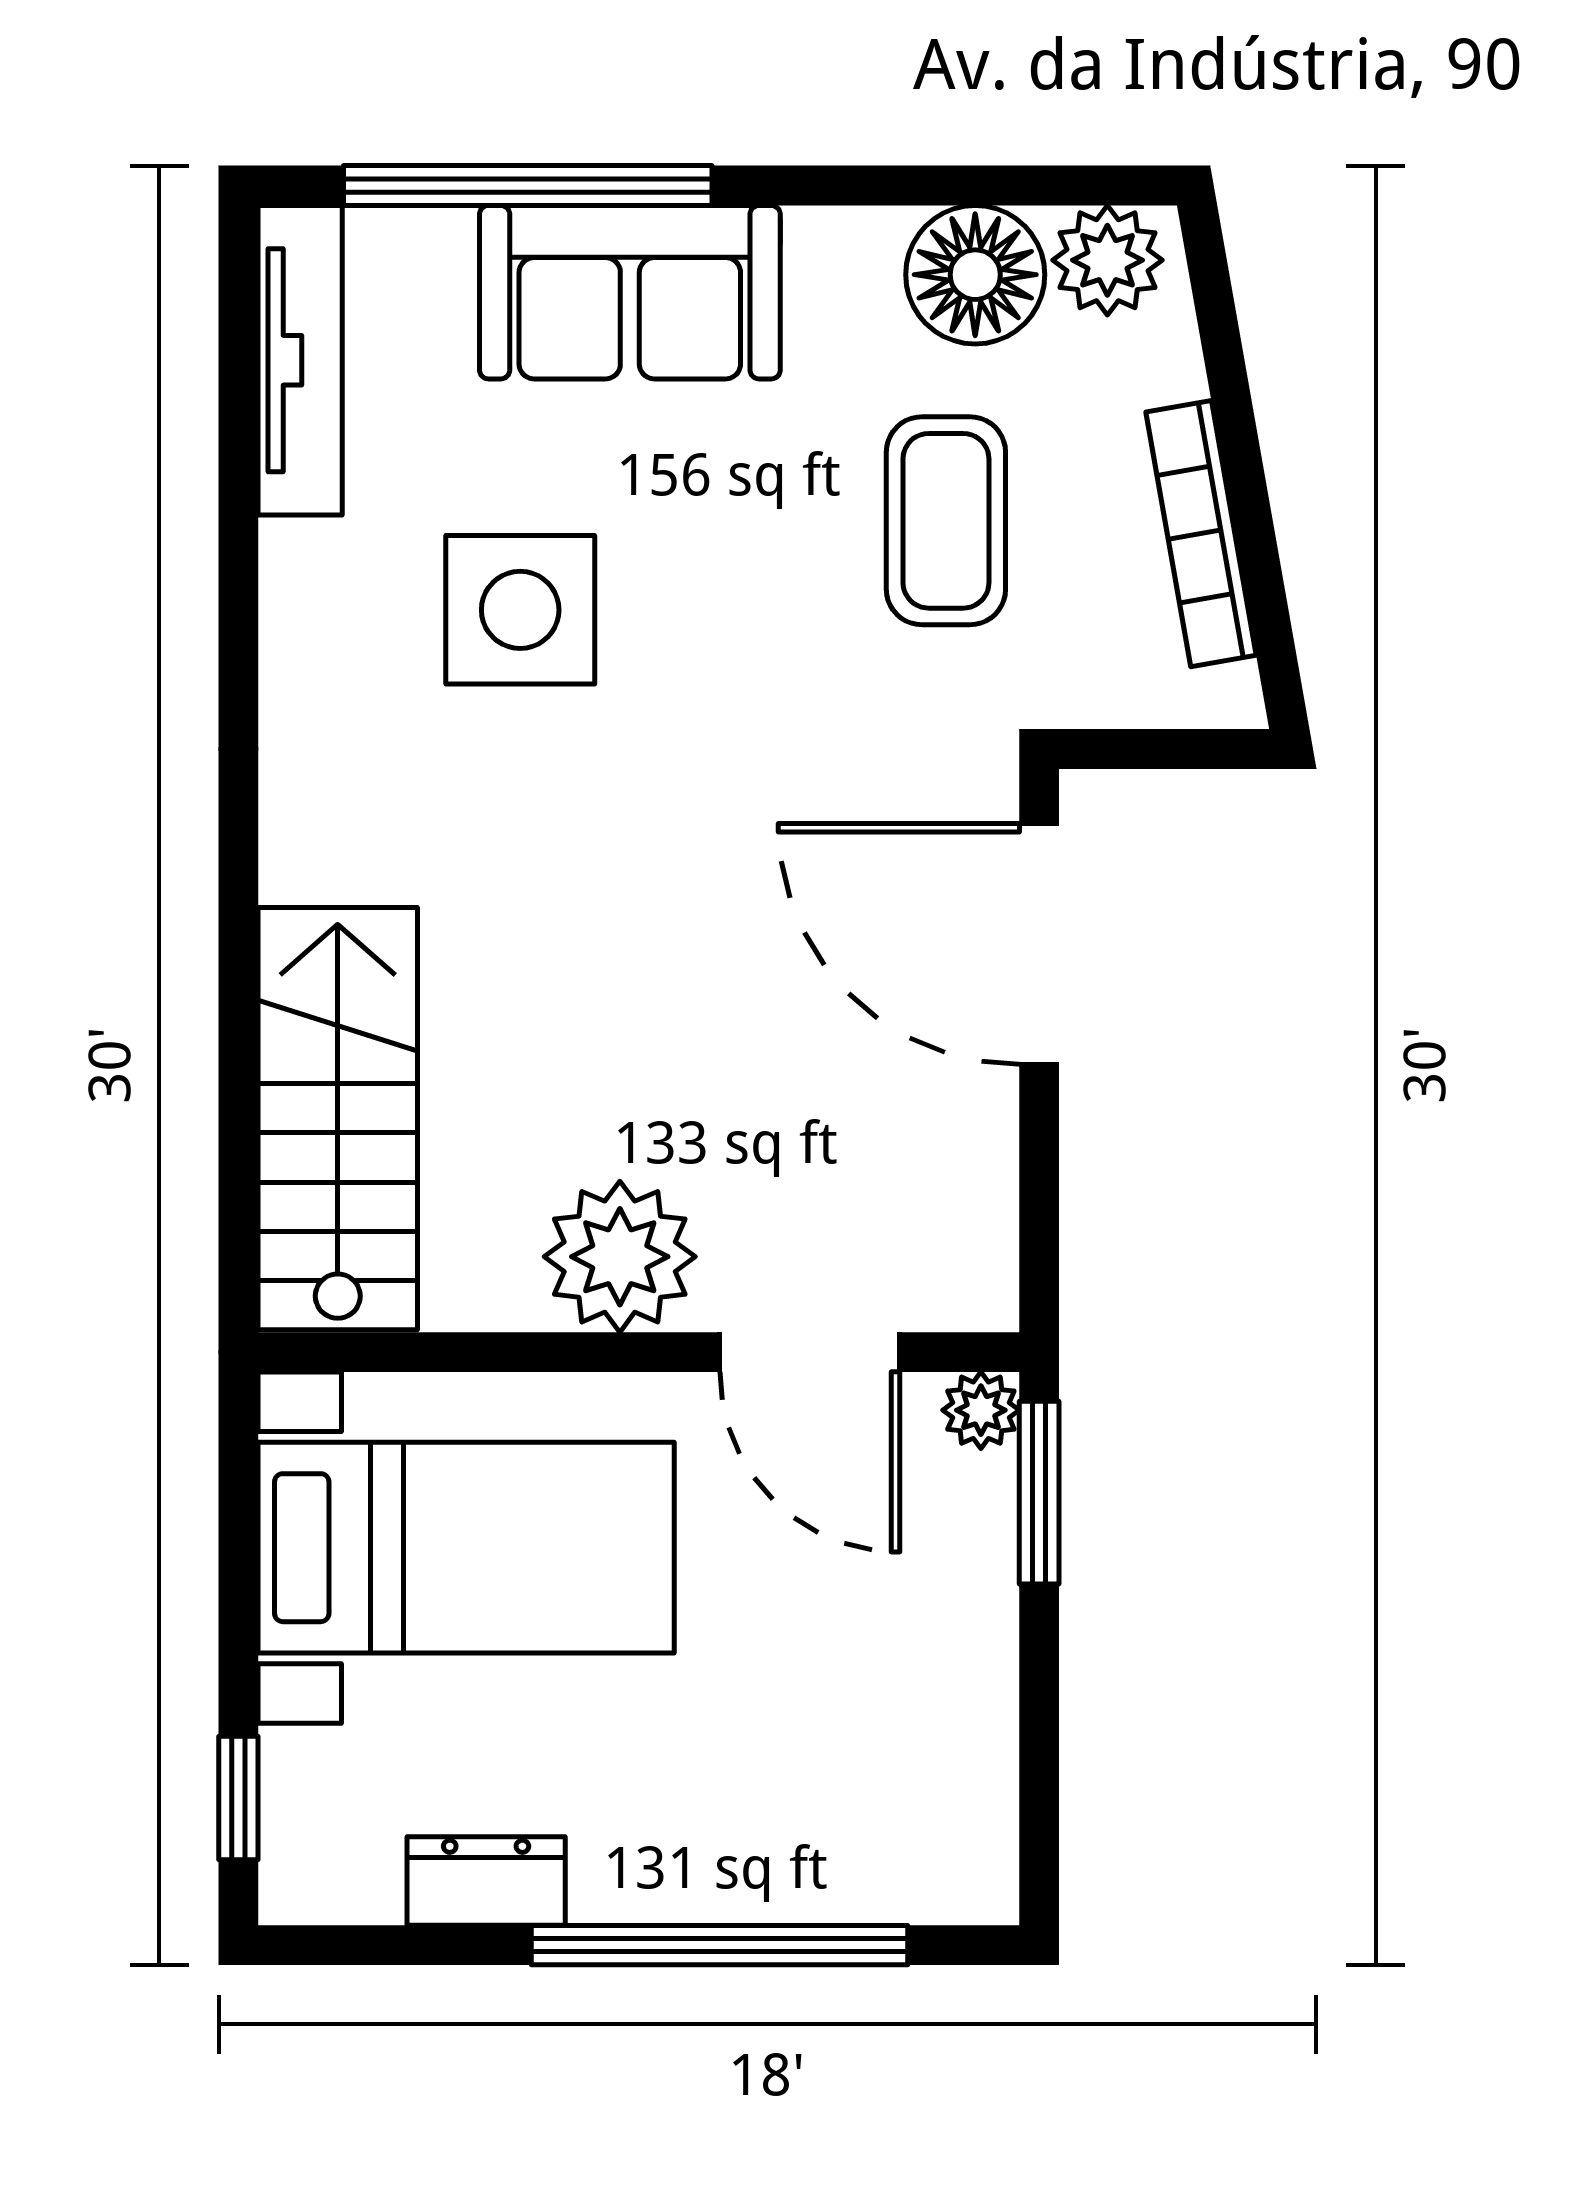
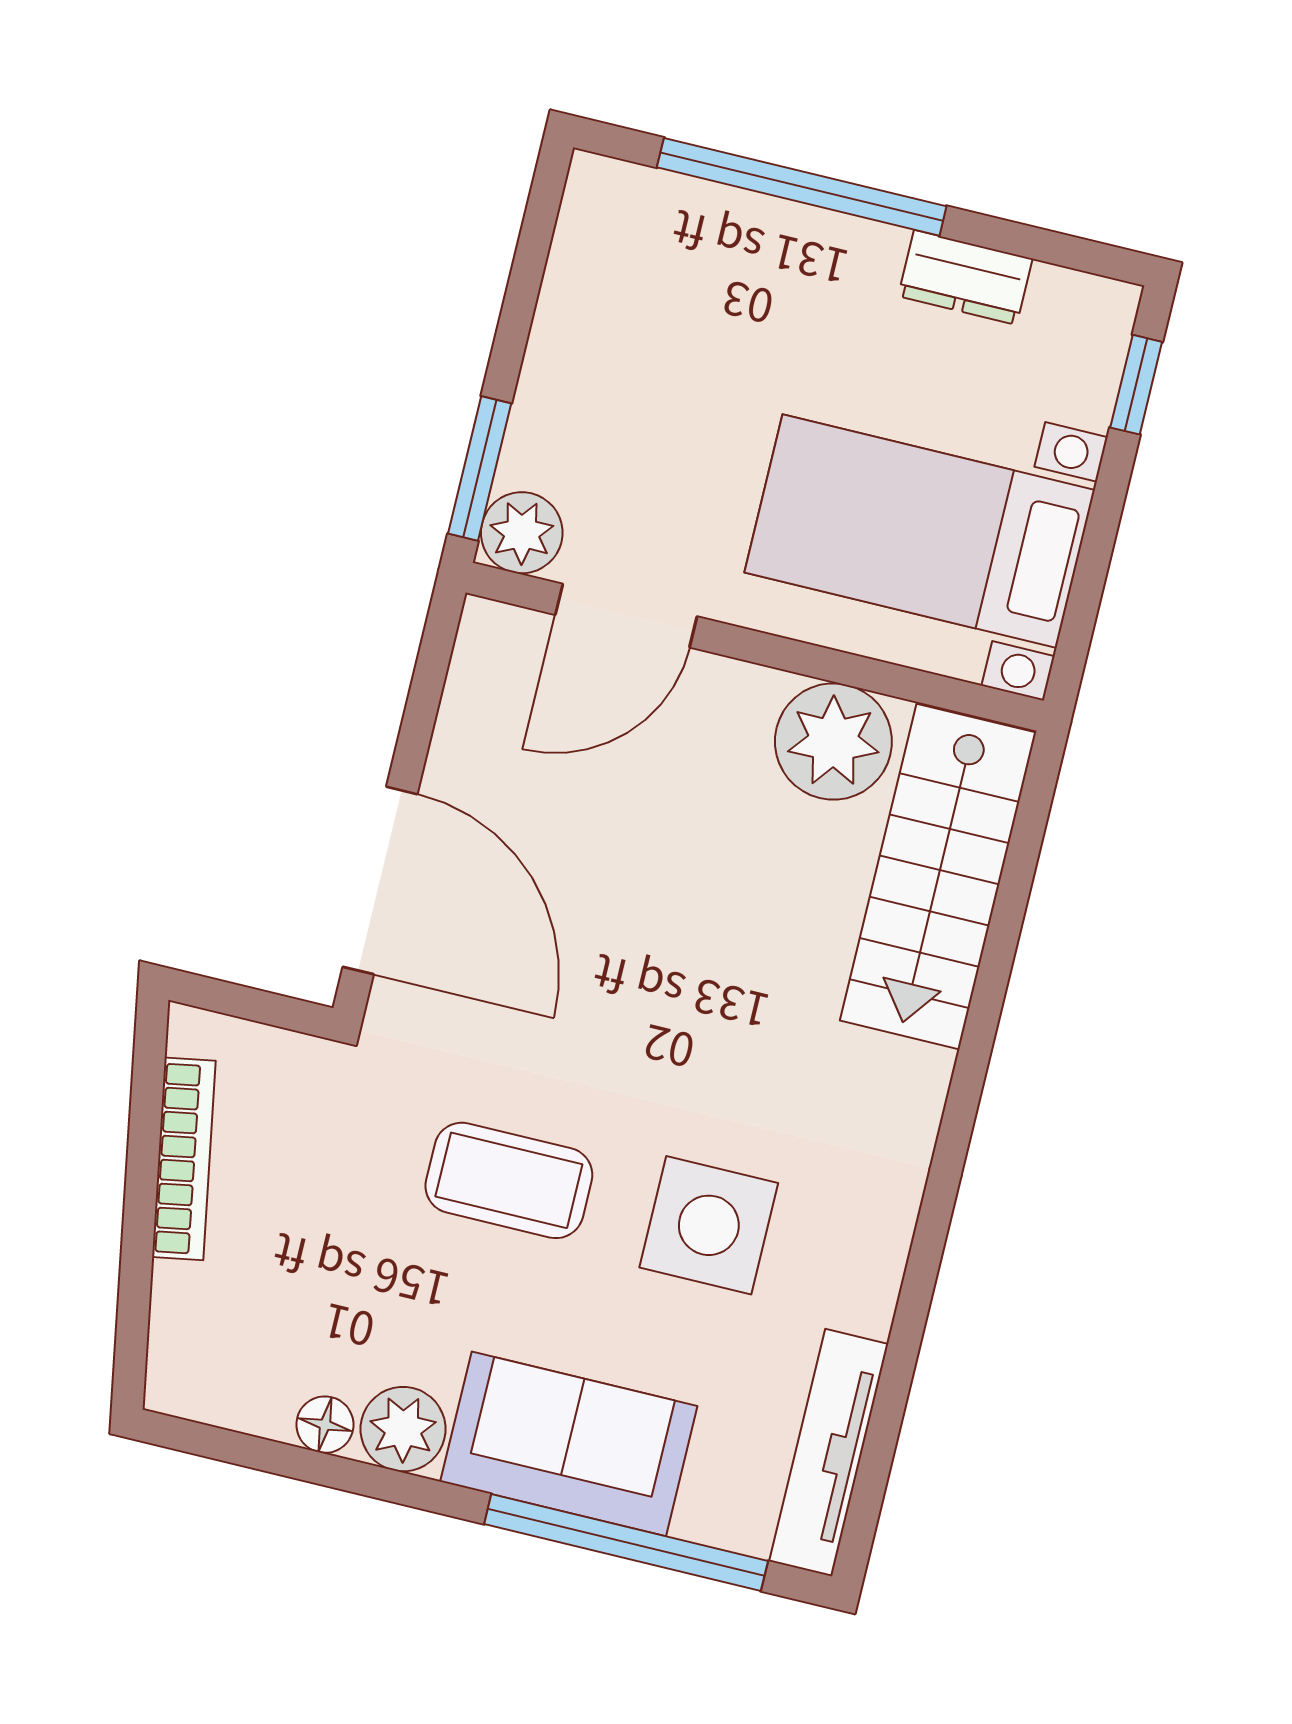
plant: (1107, 260) -> (403, 1429), moved
floor lamp: (975, 275) -> (325, 1425), width x0.53, depth x0.53
coffee table: (946, 521) -> (509, 1180), moved, turned 90
plant: (620, 1257) -> (833, 741), moved
door: (810, 1352) -> (626, 616), swing flipped
plant: (981, 1410) -> (522, 533), width x1.38, depth x1.38

